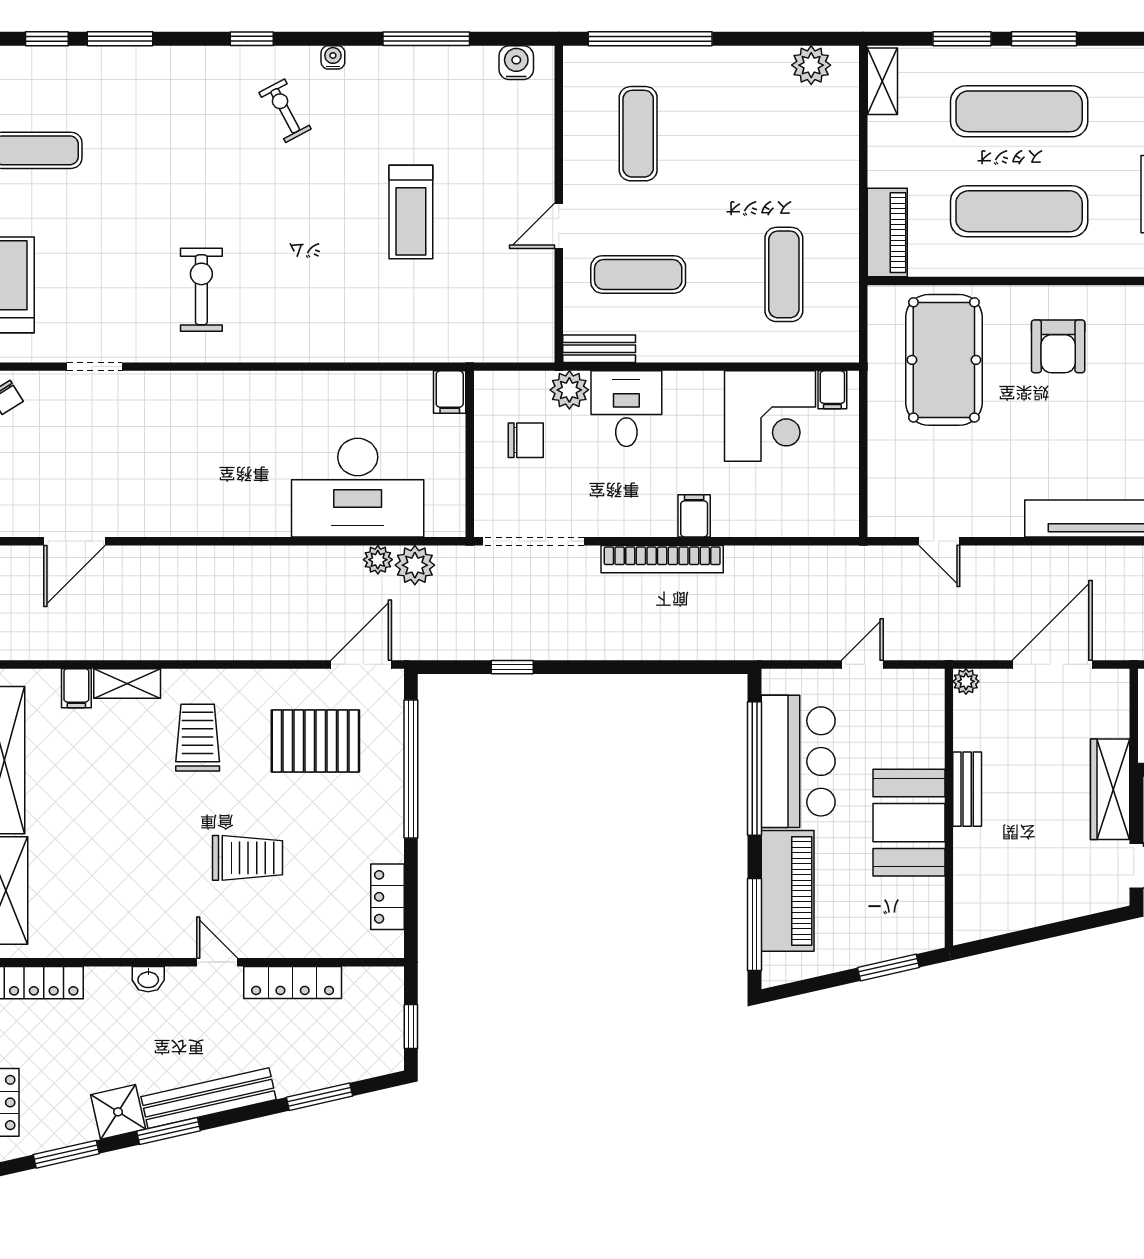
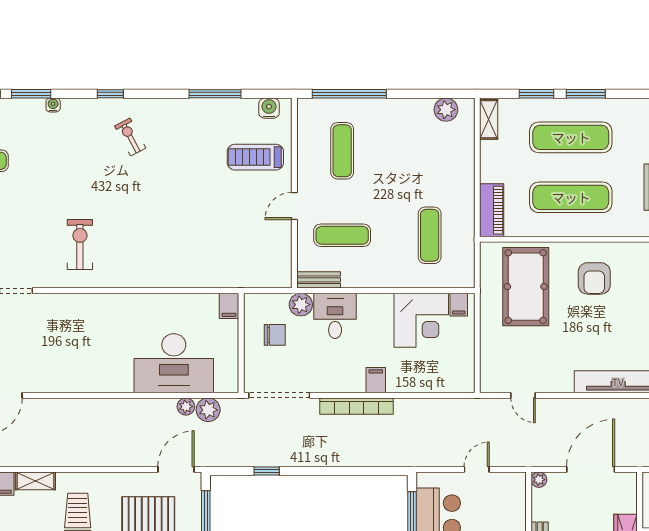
water cooler: (333, 57) -> (53, 105), moved
treadmill: (411, 212) -> (255, 157), moved, turned 90

